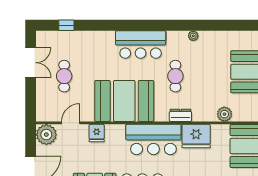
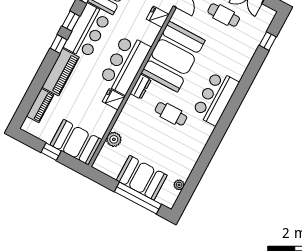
plant: (193, 36) -> (179, 185), moved
dresser: (180, 115) -> (141, 87), moved
fridge: (196, 136) -> (114, 99), width x0.53, depth x0.75

